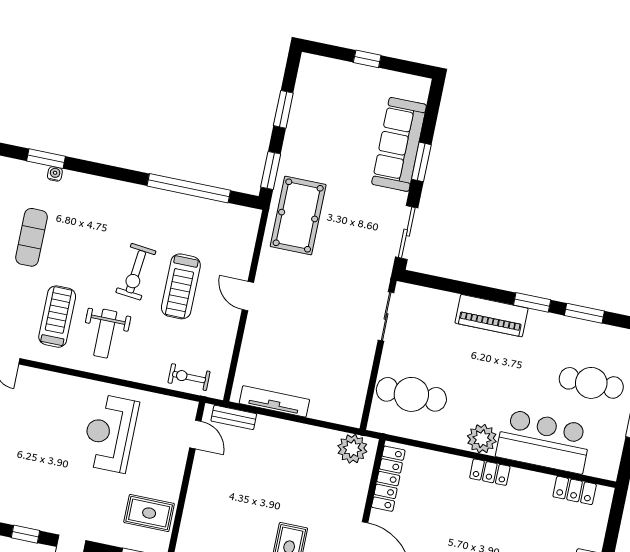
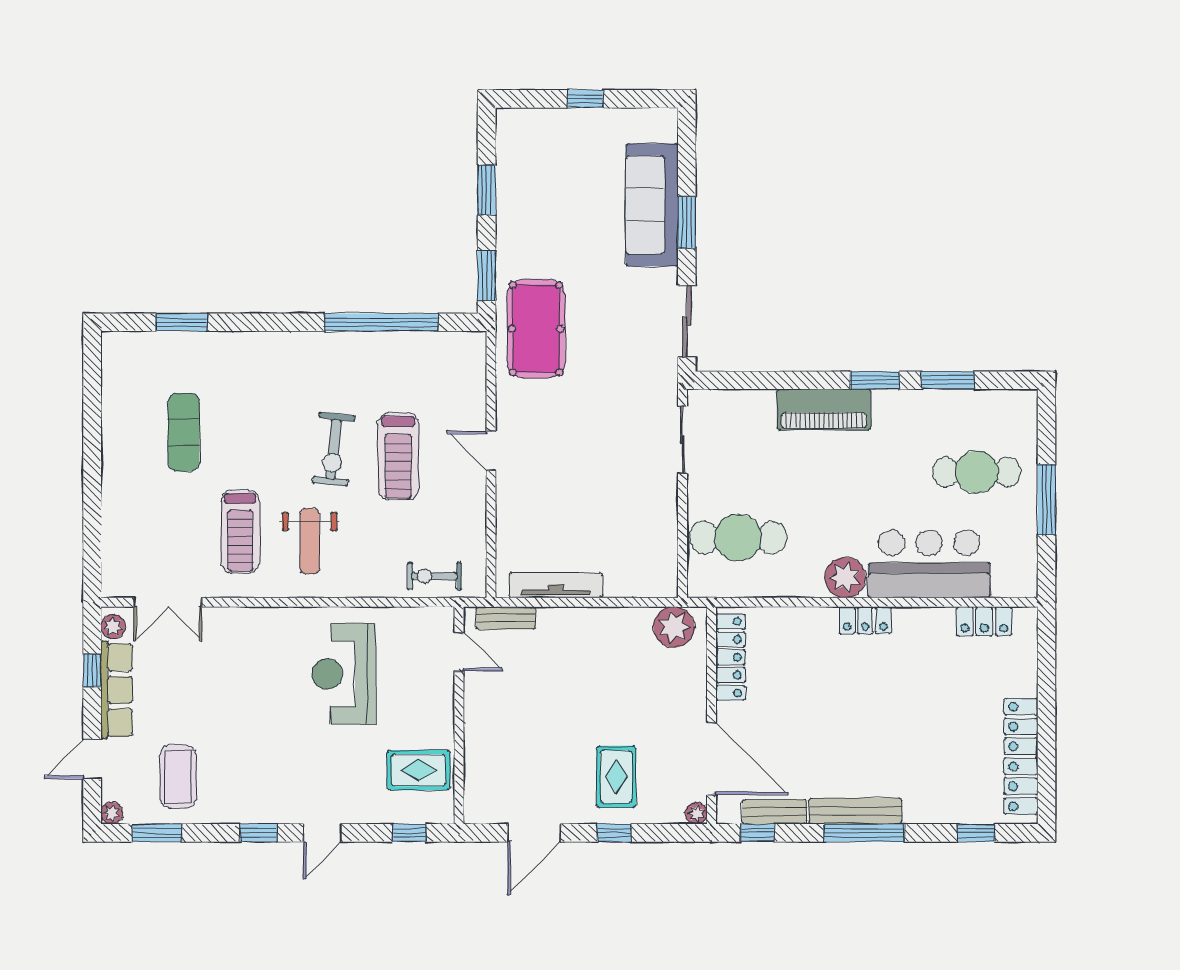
water cooler: (55, 174) -> (198, 340), removed
treadmill: (57, 317) -> (240, 531), turned 180

